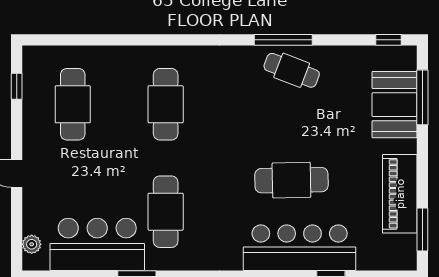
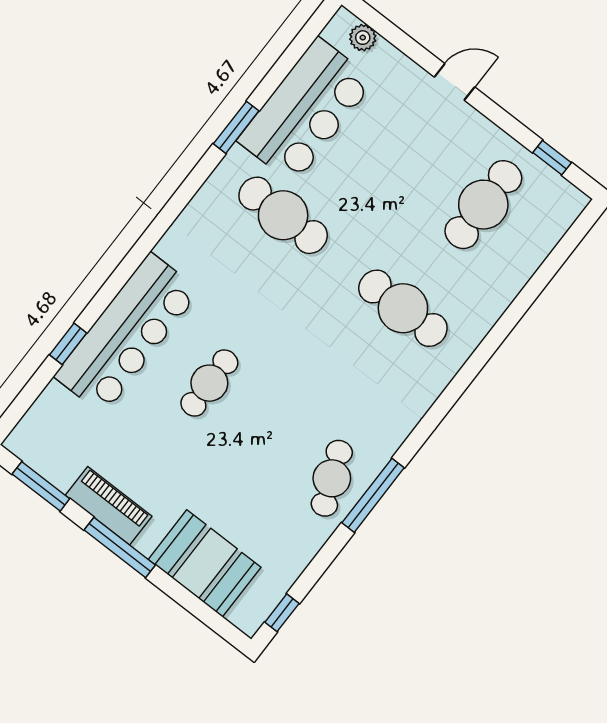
cafe table: (292, 70) -> (332, 478), turned -43
window: (422, 97) -> (120, 547), moved
cafe table: (73, 104) -> (483, 205), turned 90
cafe table: (291, 180) -> (209, 383), width x0.73, depth x0.74
piano: (400, 194) -> (109, 506), width x0.73, depth x0.75

